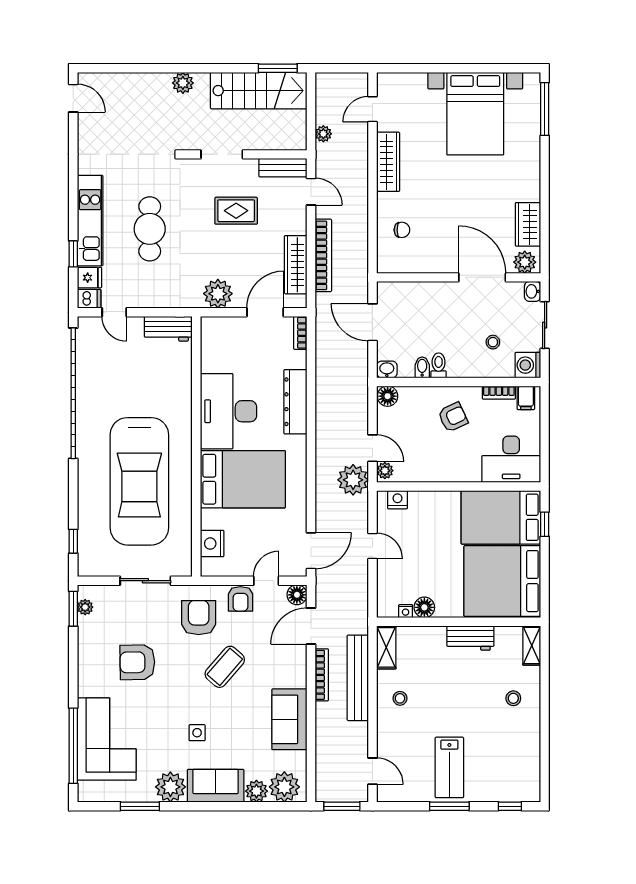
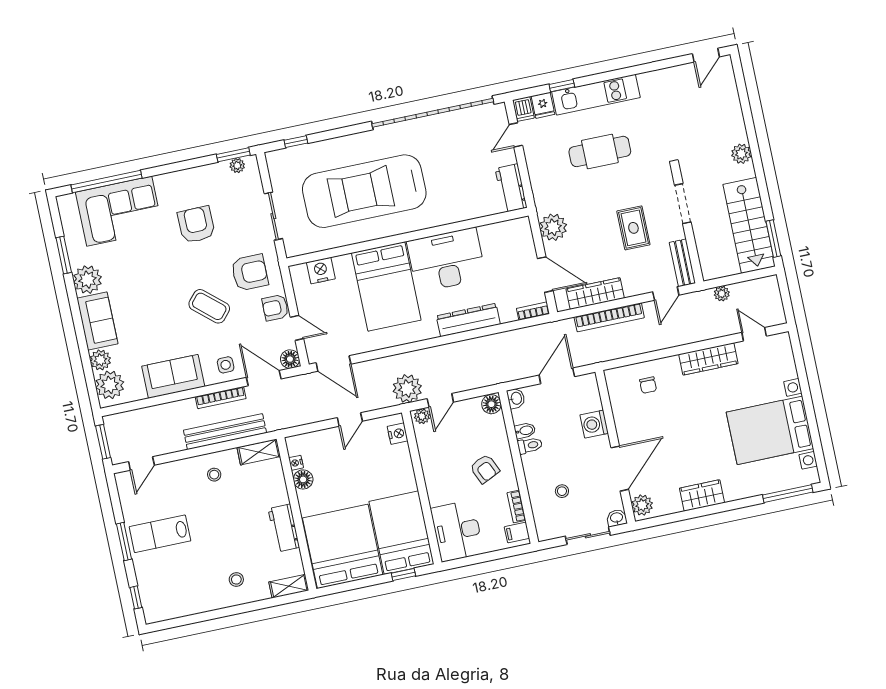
wardrobe: (528, 224) -> (702, 495), moved
washing machine: (528, 365) -> (594, 424), moved, turned -90
side table: (197, 733) -> (226, 365), moved

